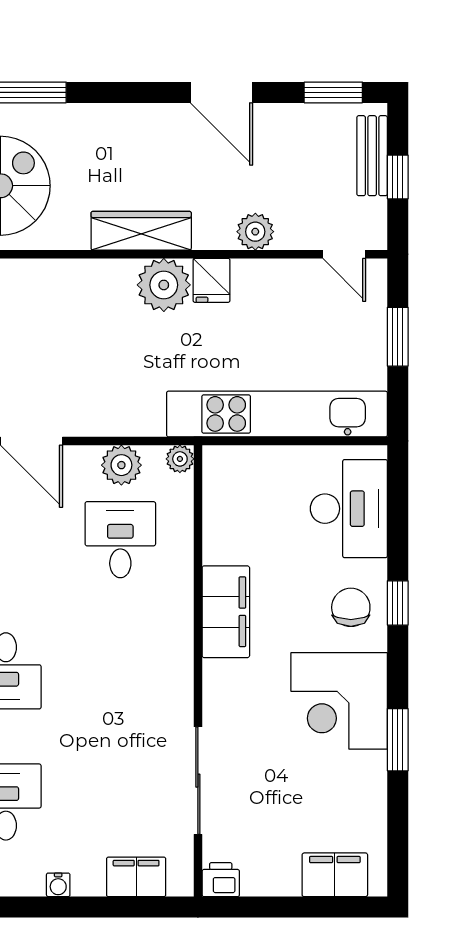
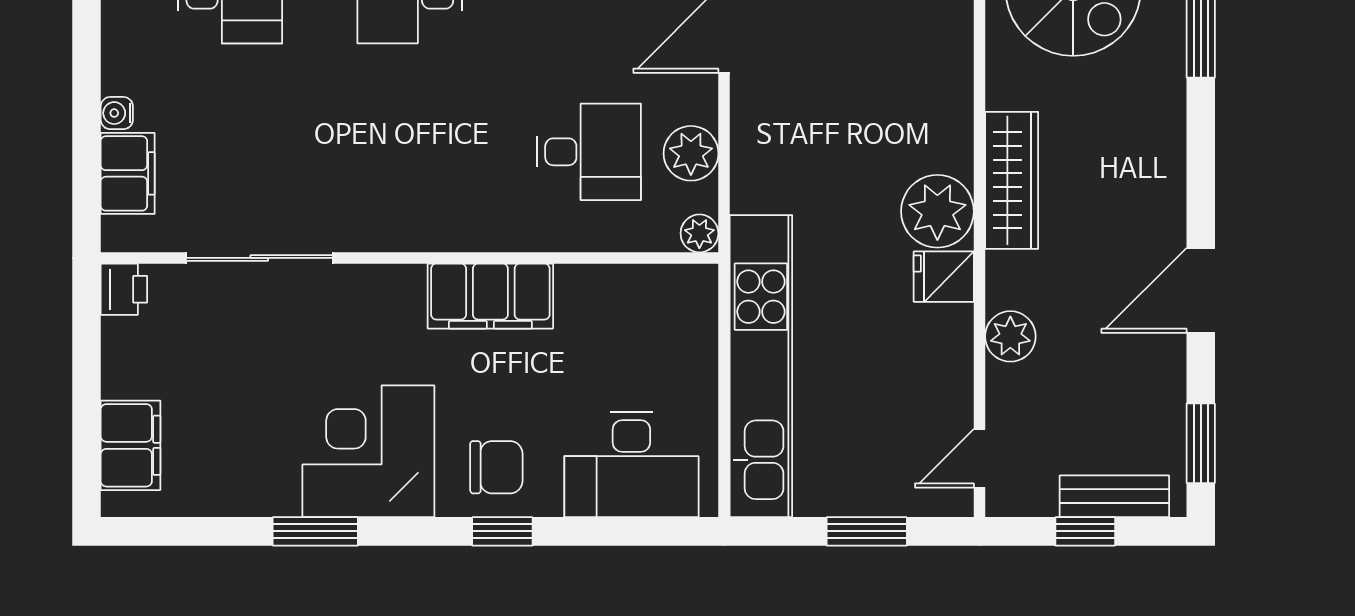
water cooler: (58, 885) -> (117, 113), moved

